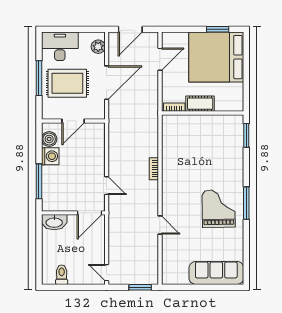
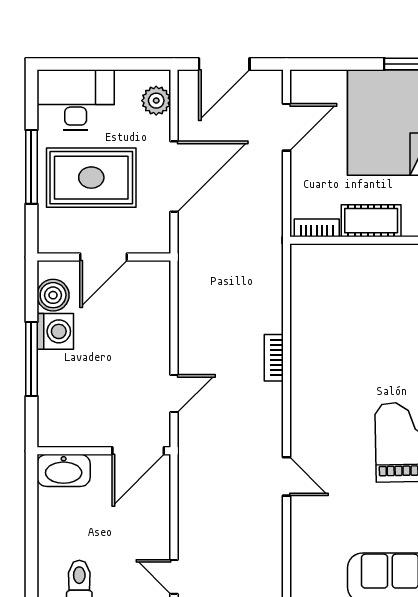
window: (39, 181) -> (31, 359), moved
door: (107, 186) -> (174, 394), hinge flipped

